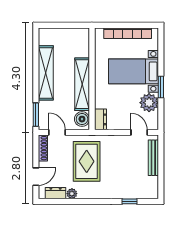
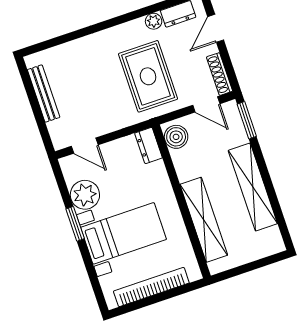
shelving: (82, 84) -> (204, 220), moved
bench: (153, 158) -> (44, 94), moved
window: (129, 201) -> (64, 39), removed

